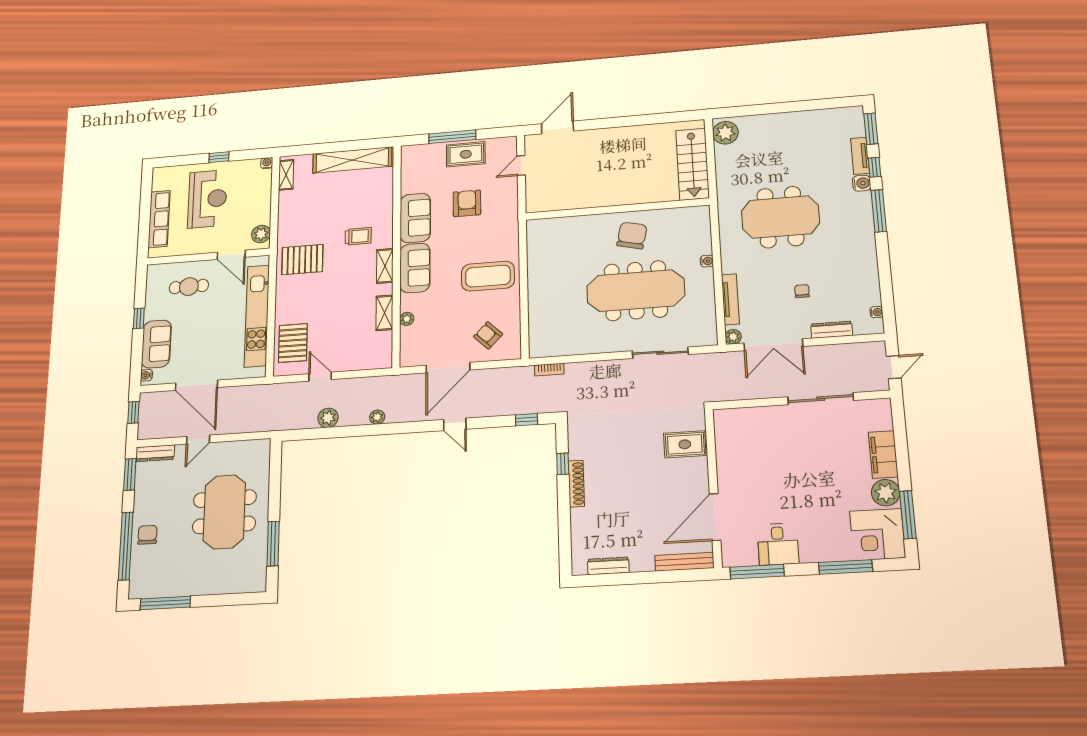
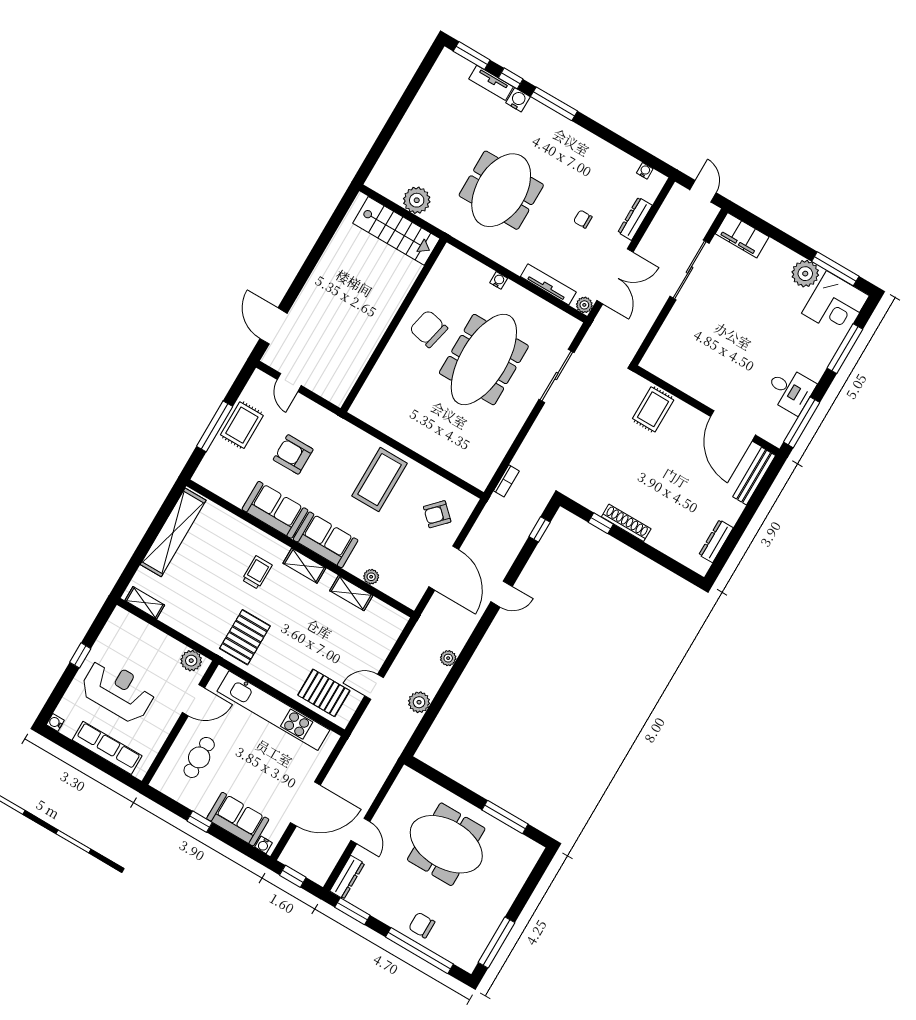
plant: (725, 133) -> (417, 200), moved
water cooler: (267, 163) -> (55, 723), moved
filing cabinet: (883, 454) -> (742, 235), moved

